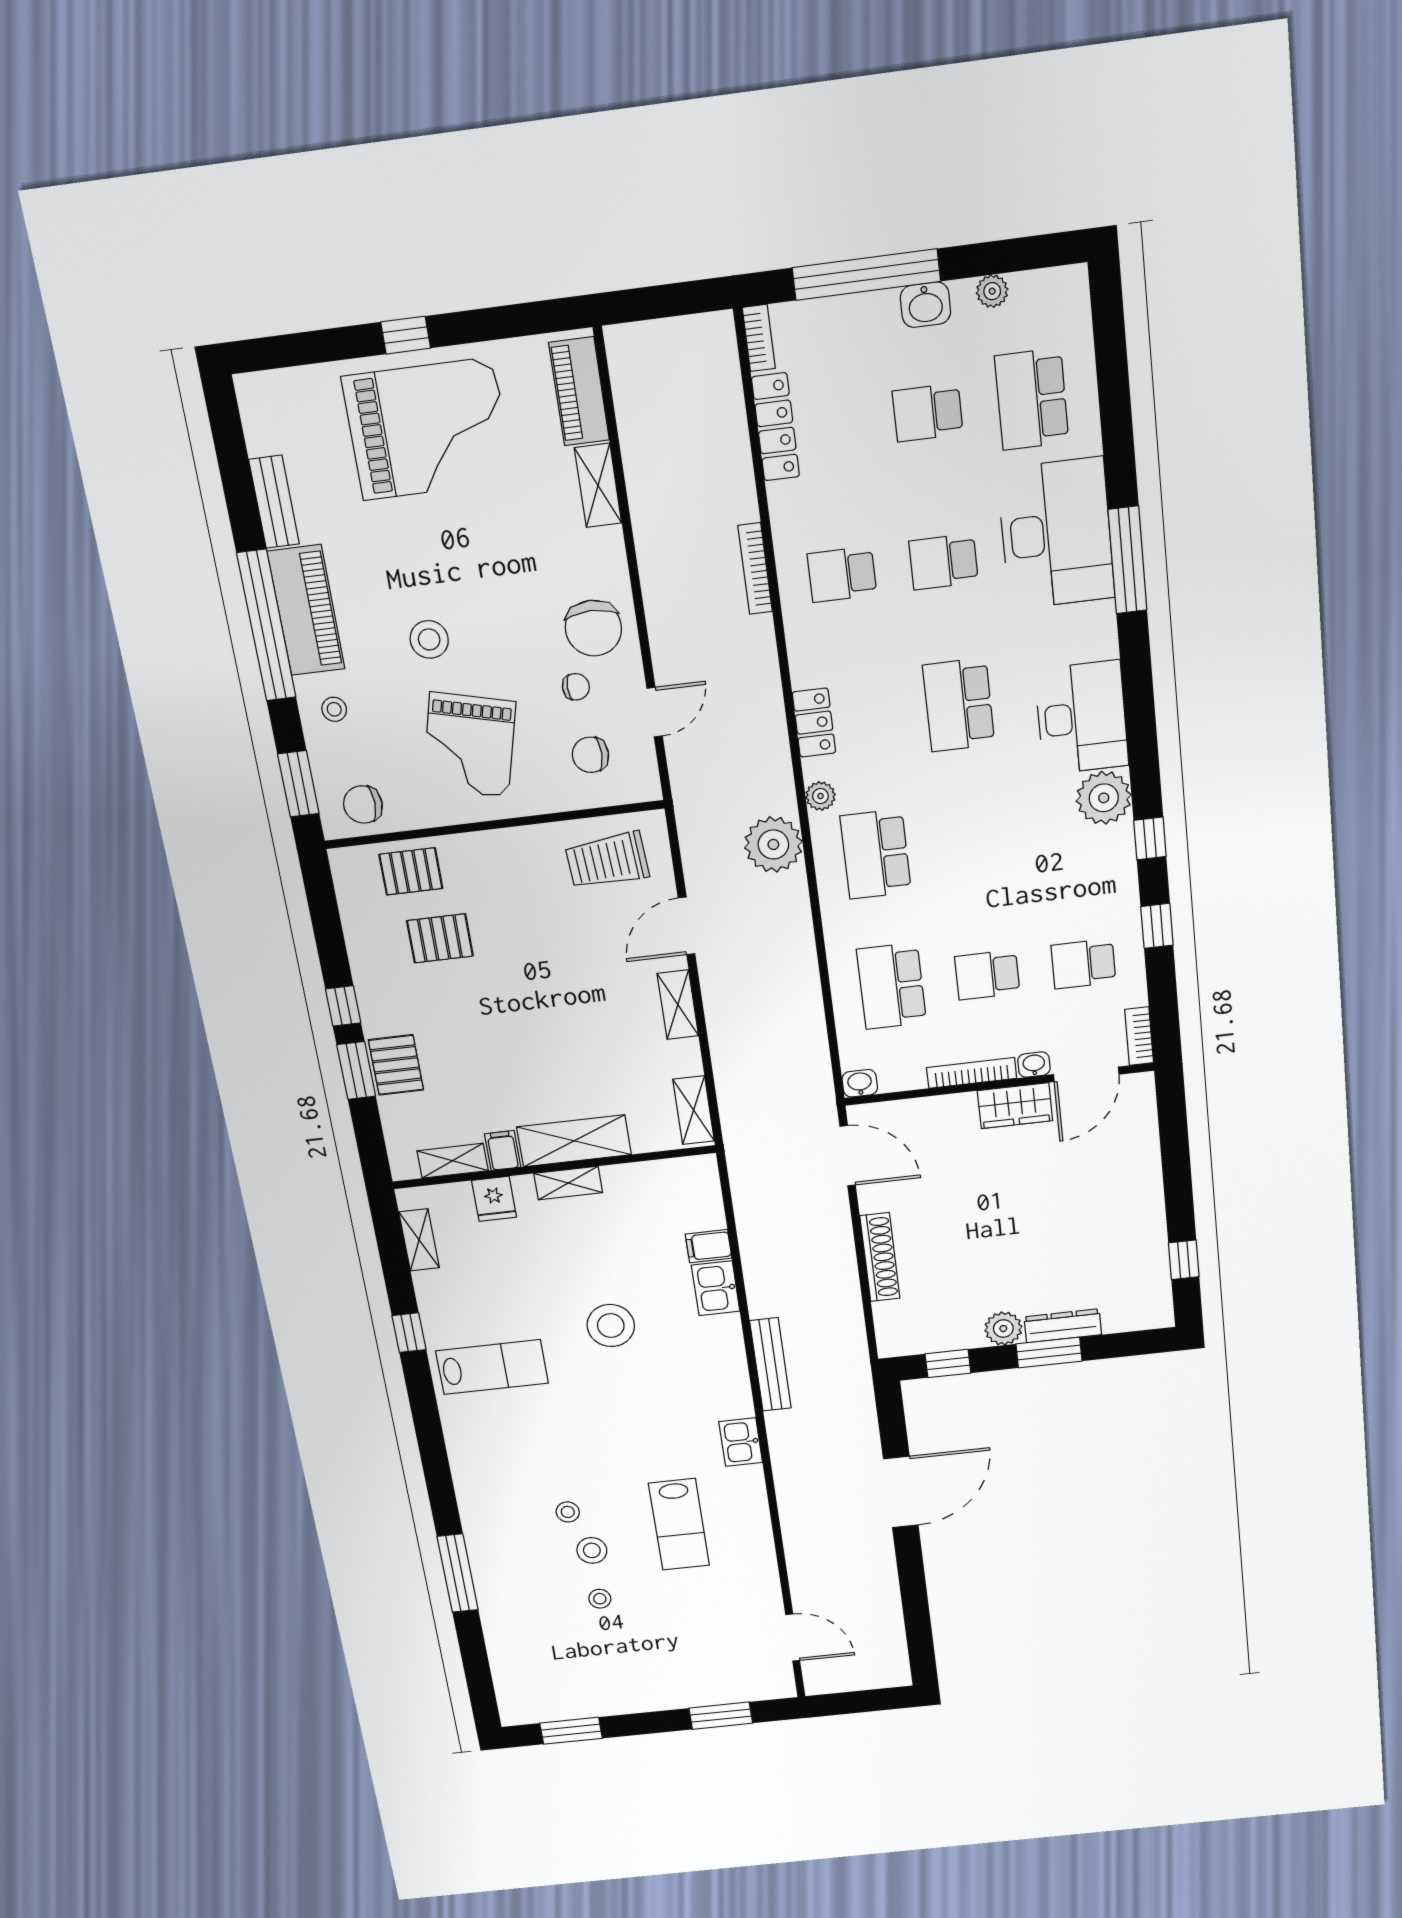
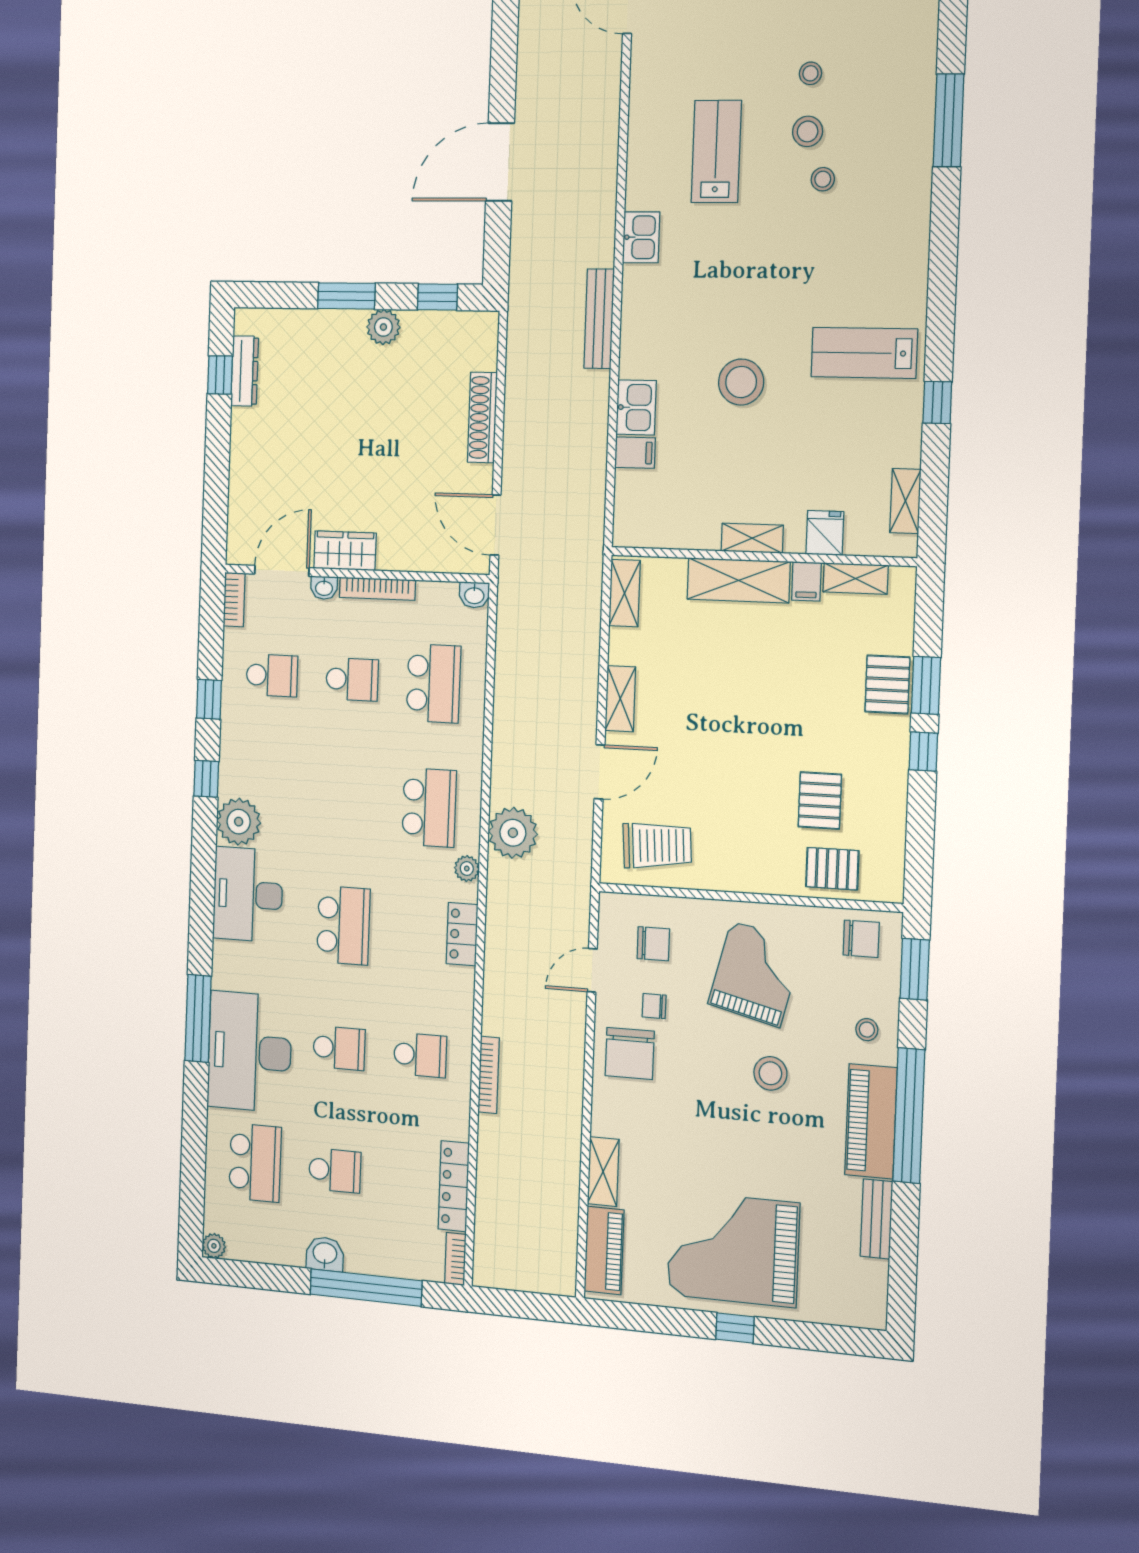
plant: (992, 291) -> (214, 1246), moved
chair: (593, 628) -> (630, 1053), turned 180
pallet: (440, 938) -> (820, 801), turned 90
dresser: (1063, 1326) -> (245, 371), moved, turned -90

